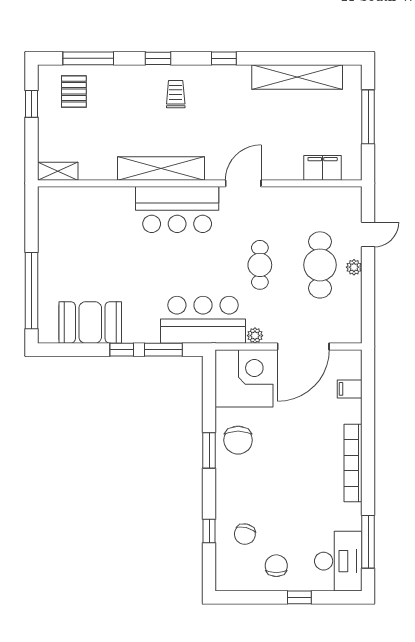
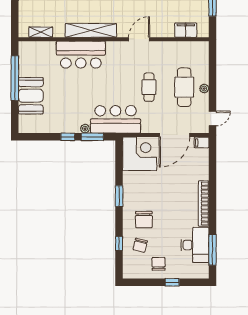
shelving: (58, 171) -> (41, 32), moved
bar counter: (177, 210) -> (81, 55), moved
door: (368, 235) -> (212, 118), moved
window: (31, 291) -> (15, 78), moved
booth: (90, 322) -> (31, 96), moved, turned 90
plant: (255, 336) -> (85, 129), moved
filing cabinet: (350, 389) -> (202, 143), moved
chair: (238, 440) -> (144, 220), moved
desk: (338, 561) -> (195, 245), moved

